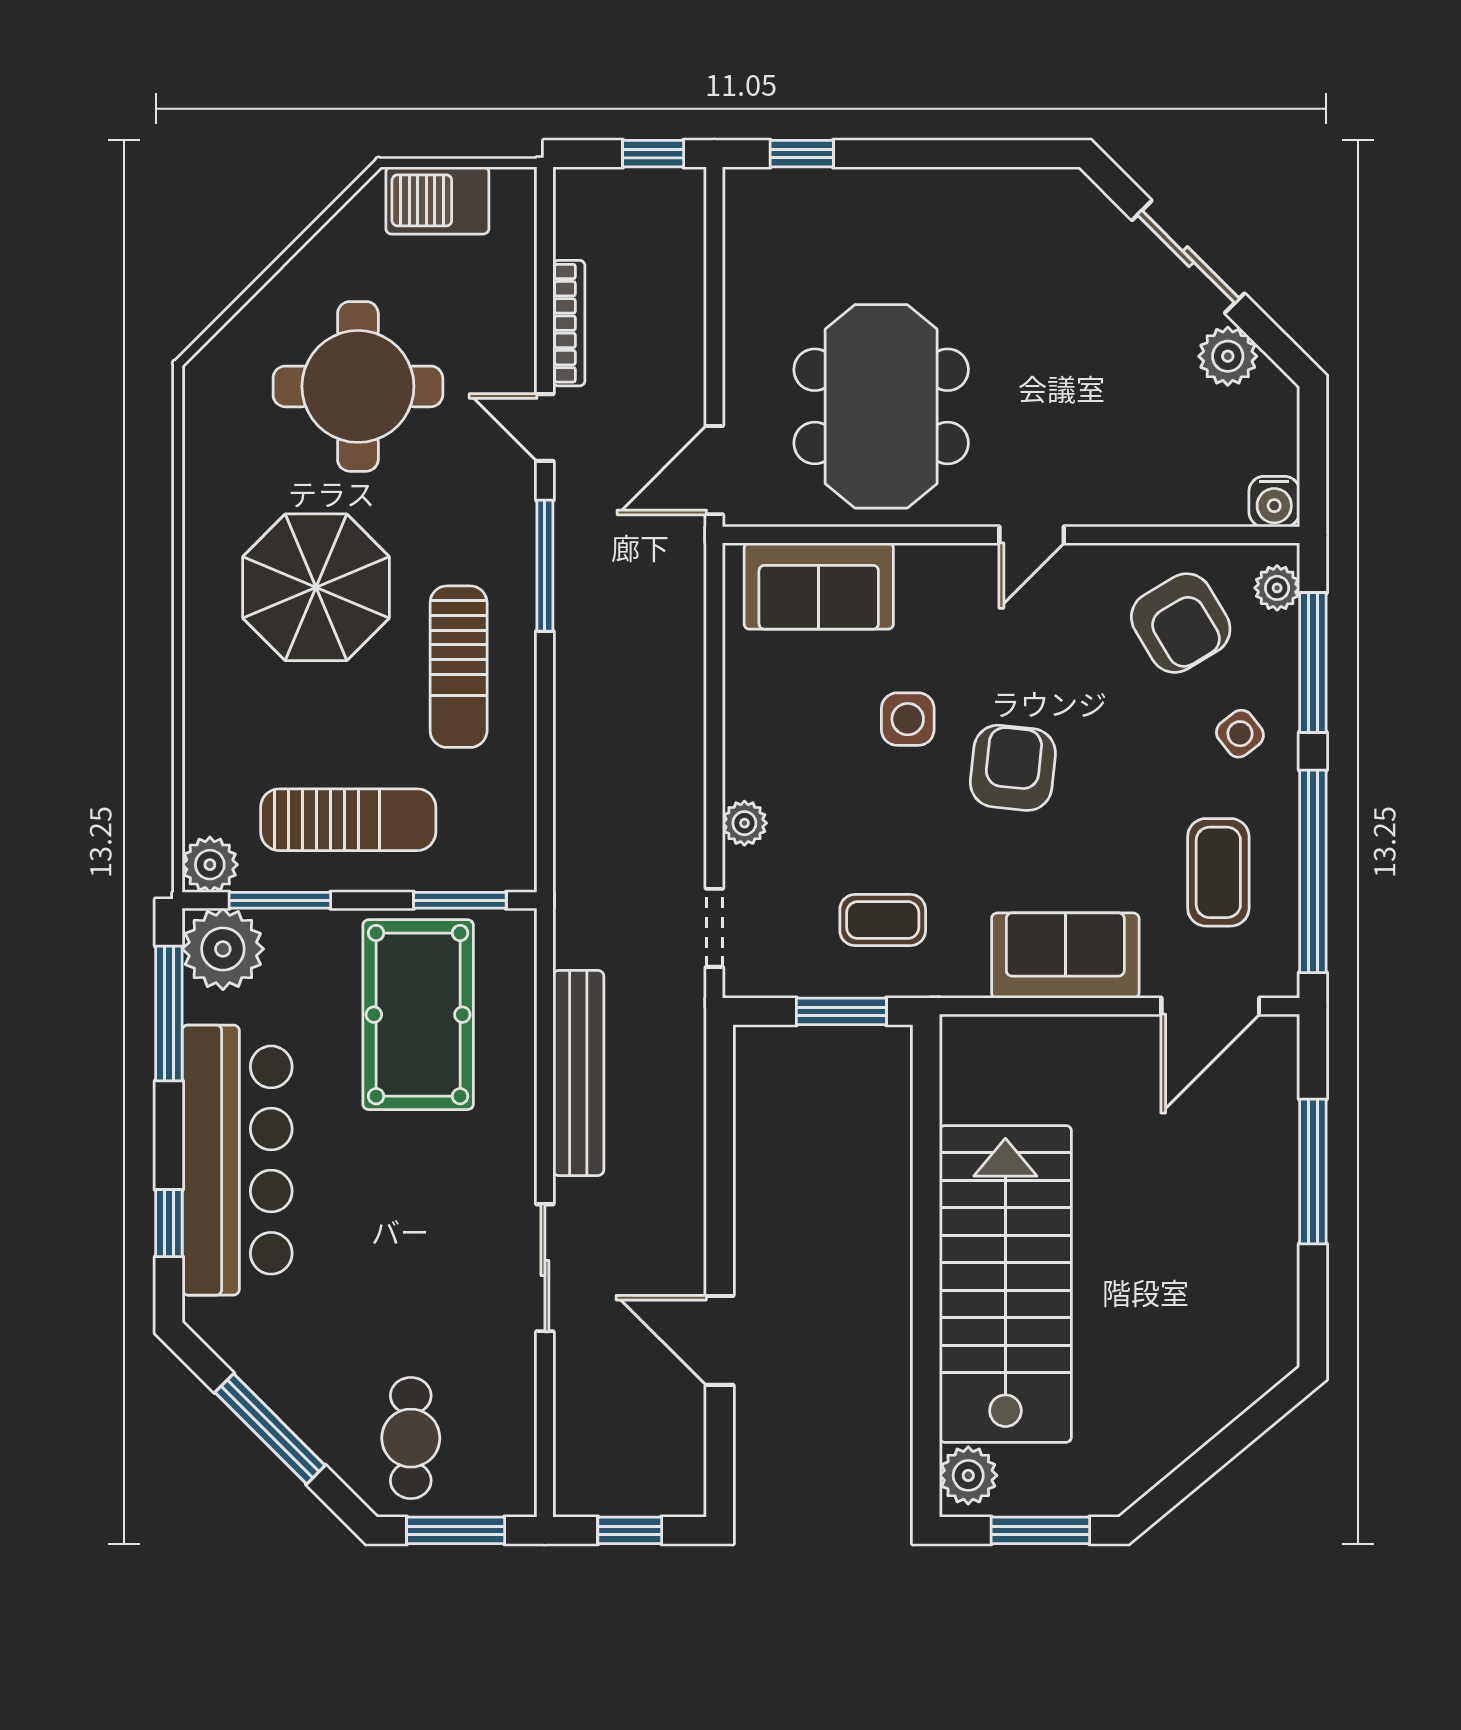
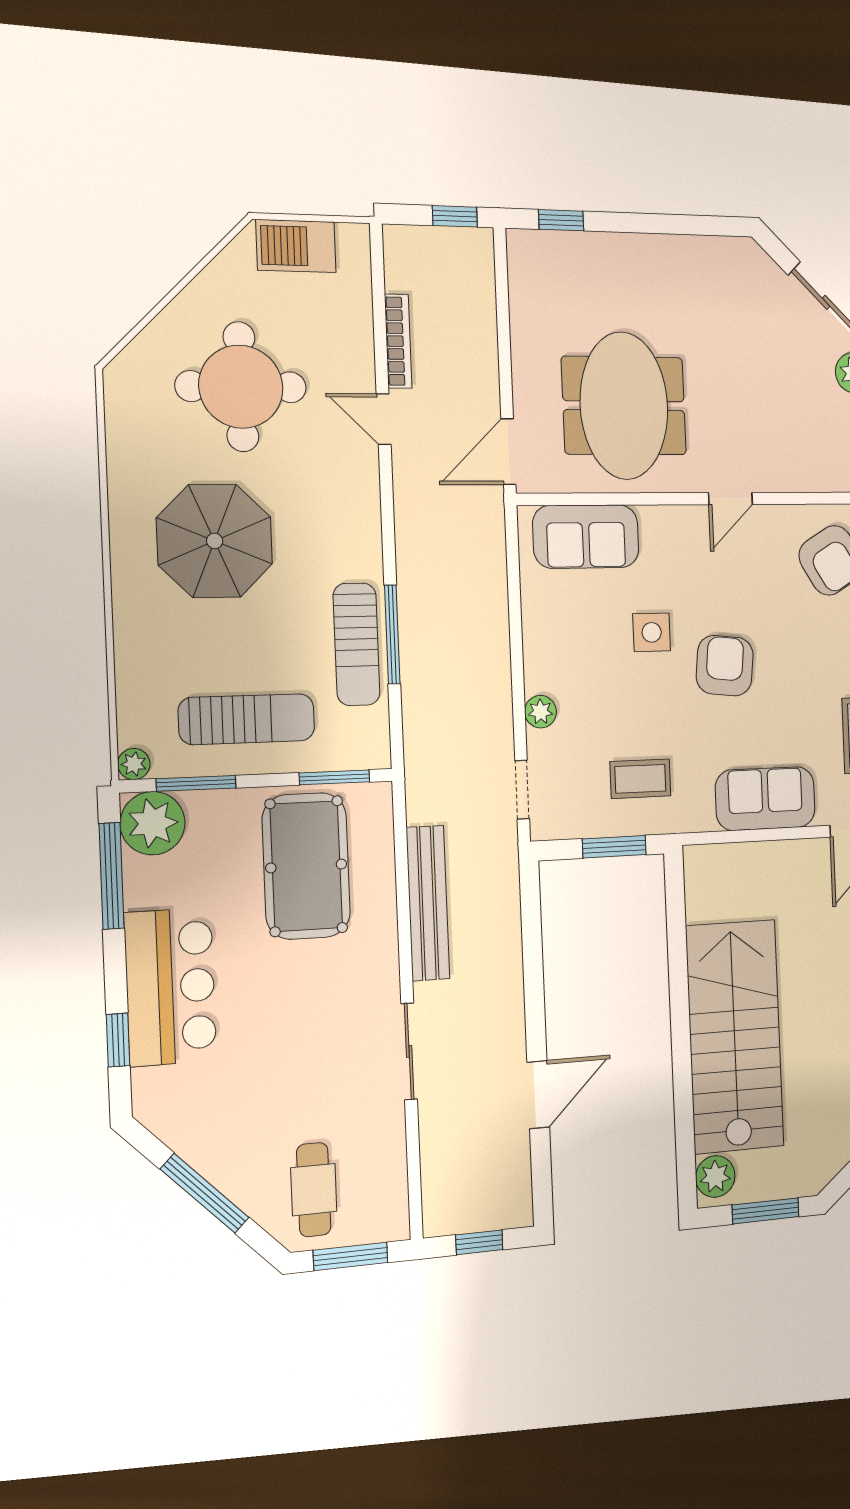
window: (545, 566) -> (392, 634), moved
sun lounger: (459, 667) -> (356, 644), moved
plant: (210, 865) -> (134, 764), width x0.73, depth x0.73
bar counter: (237, 1160) -> (170, 987), width x0.73
door: (720, 1340) -> (538, 1095), swing flipped

